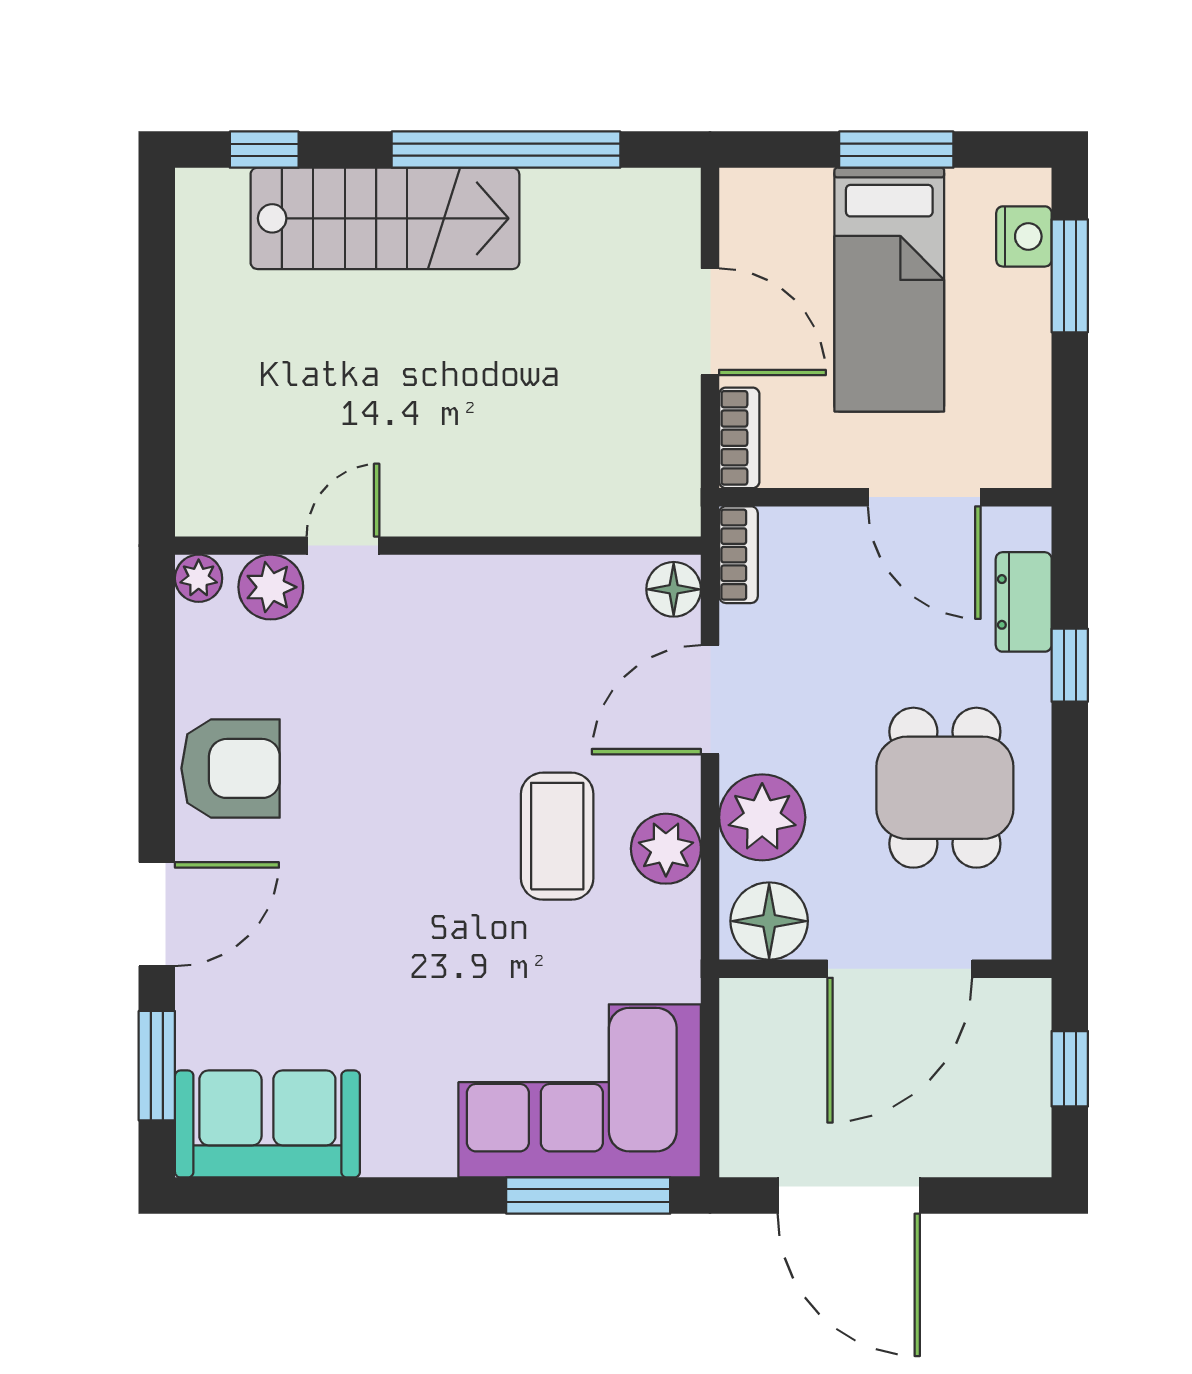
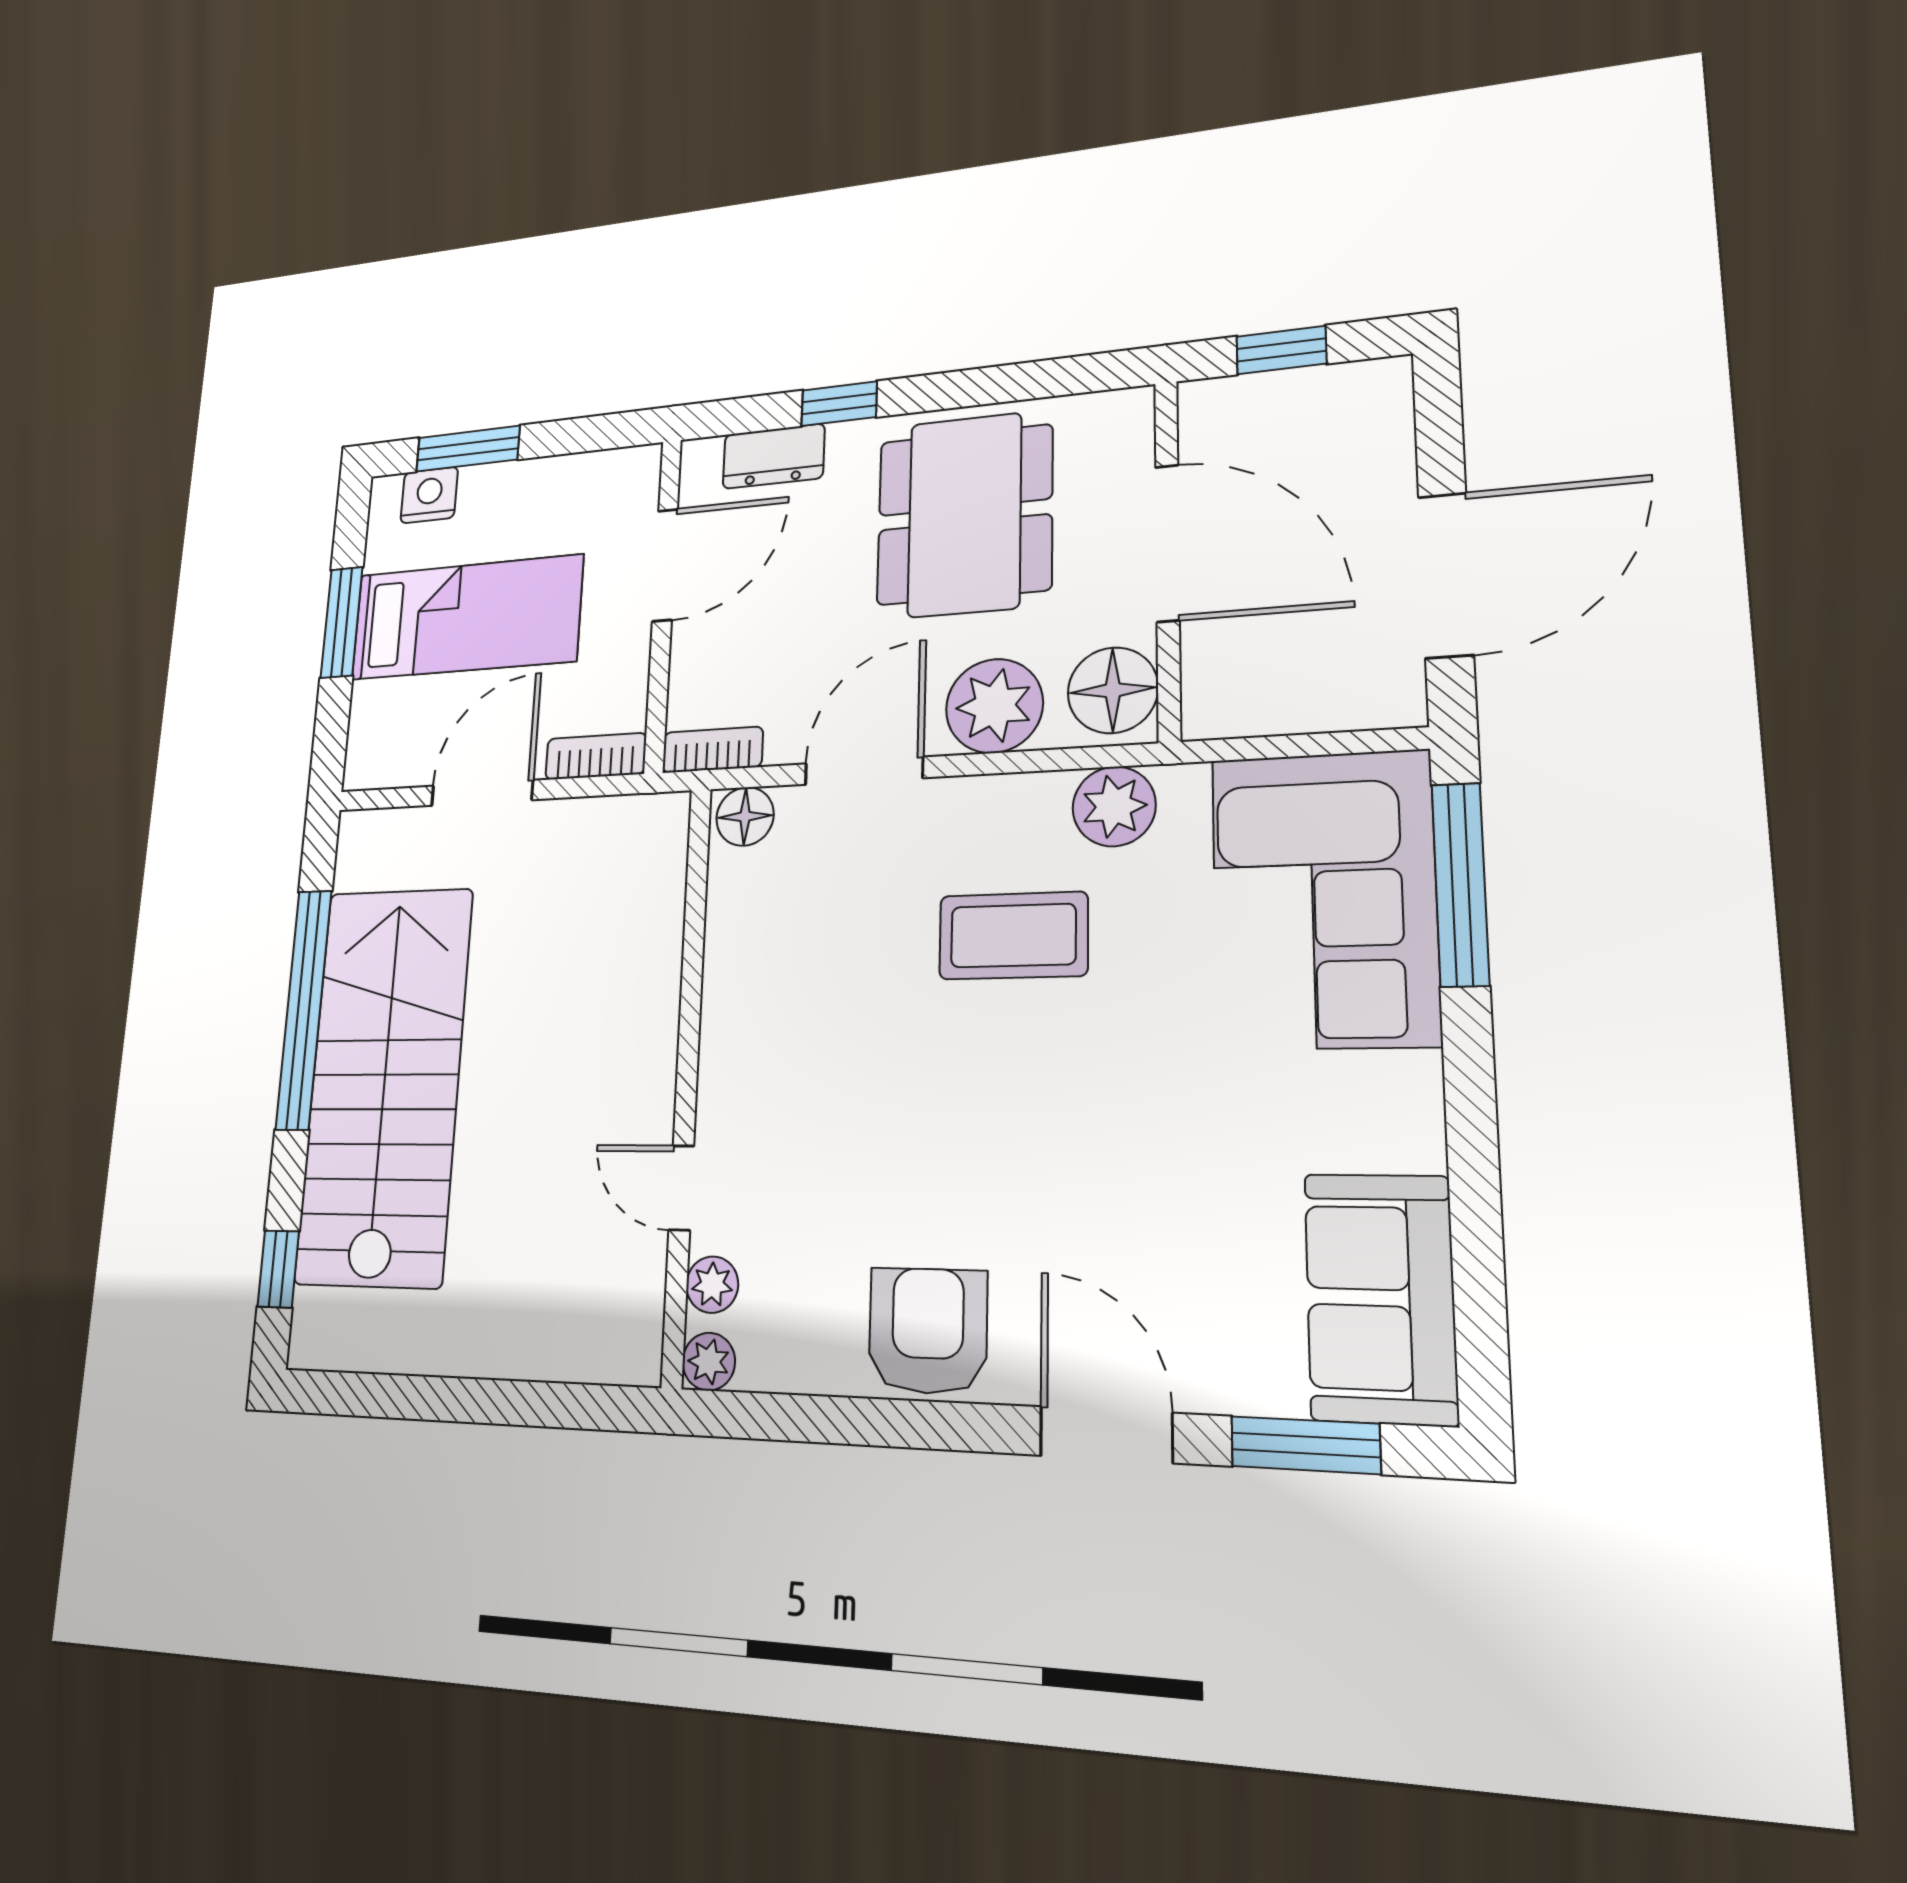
stairs: (385, 218) -> (384, 1084), width x1.36, depth x1.51
plant: (271, 587) -> (712, 1285), width x0.73, depth x0.73
door: (710, 700) -> (864, 771), swing flipped
dining table: (945, 788) -> (965, 515), width x1.38
plant: (666, 849) -> (1114, 806), moved

